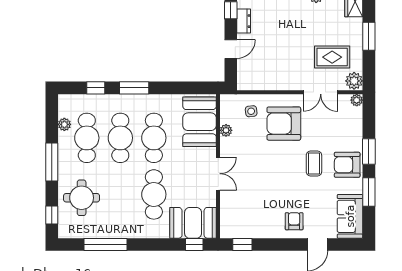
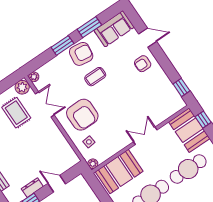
plant: (226, 130) -> (93, 164), moved
armchair: (347, 165) -> (81, 54), turned -82

